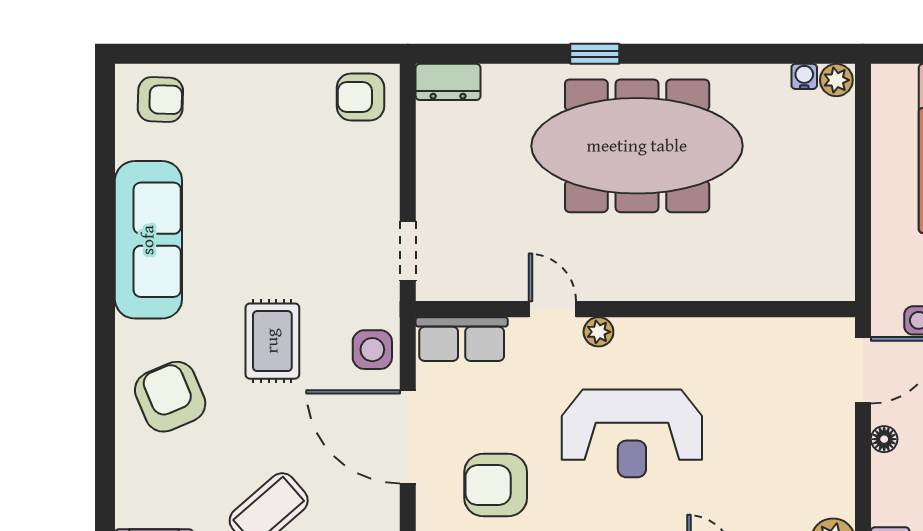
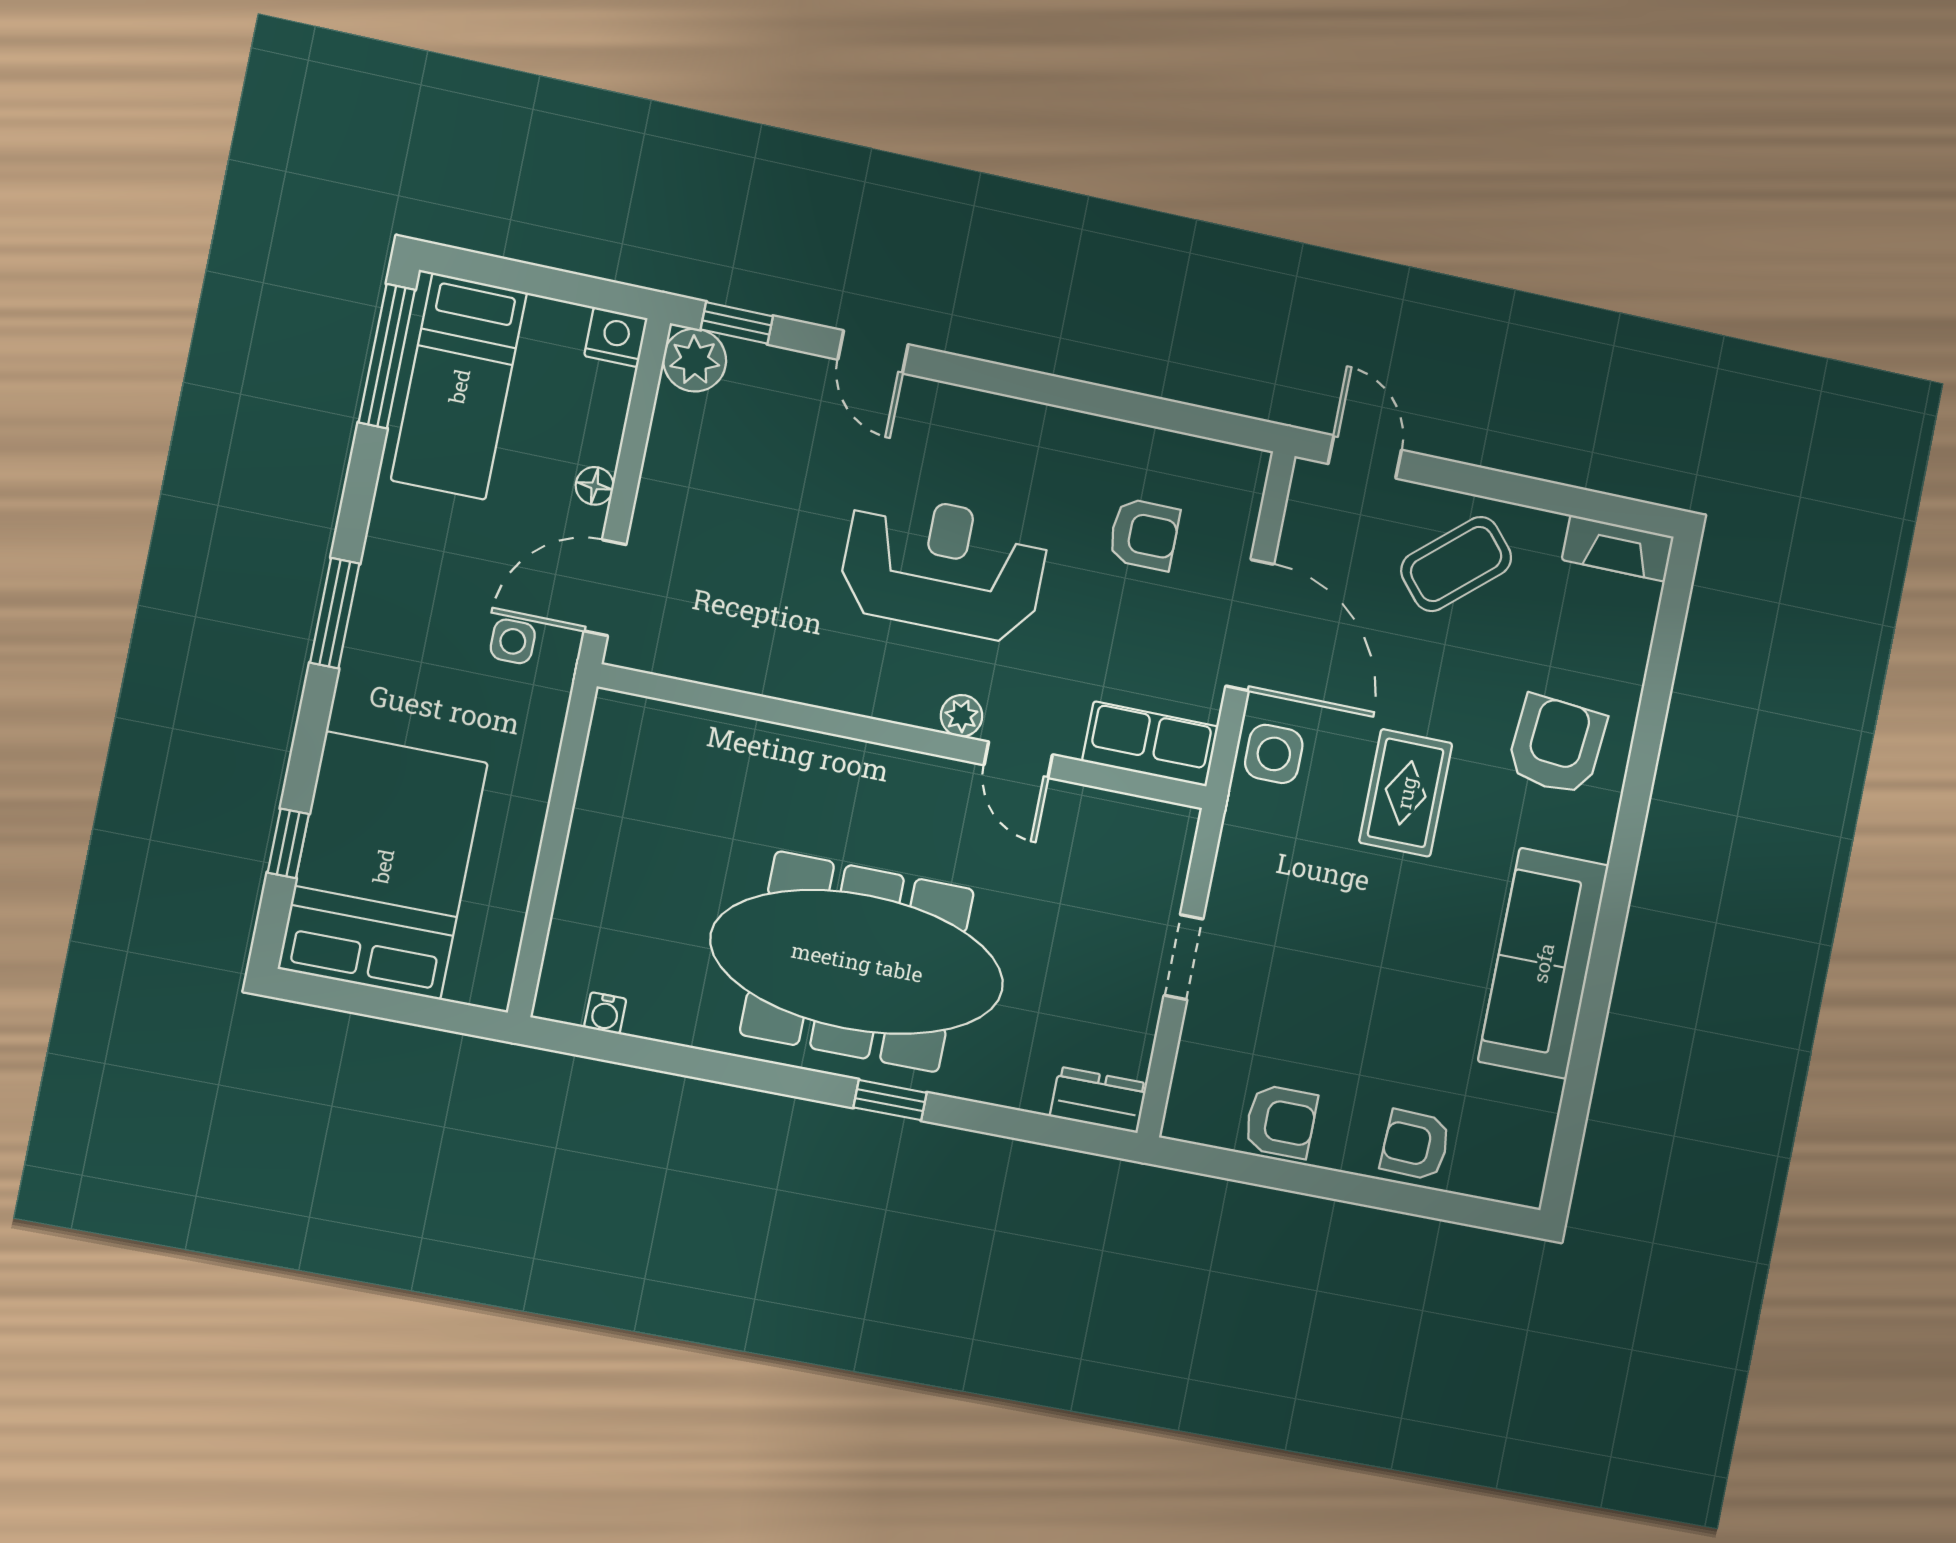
plant: (836, 80) -> (561, 999), removed
armchair: (360, 97) -> (1281, 1121), moved
armchair: (160, 100) -> (1415, 1145), moved
doorway: (408, 251) -> (1184, 957), moved
armchair: (170, 397) -> (1556, 745), turned -152
armchair: (496, 485) -> (1144, 534), width x0.72, depth x0.72

